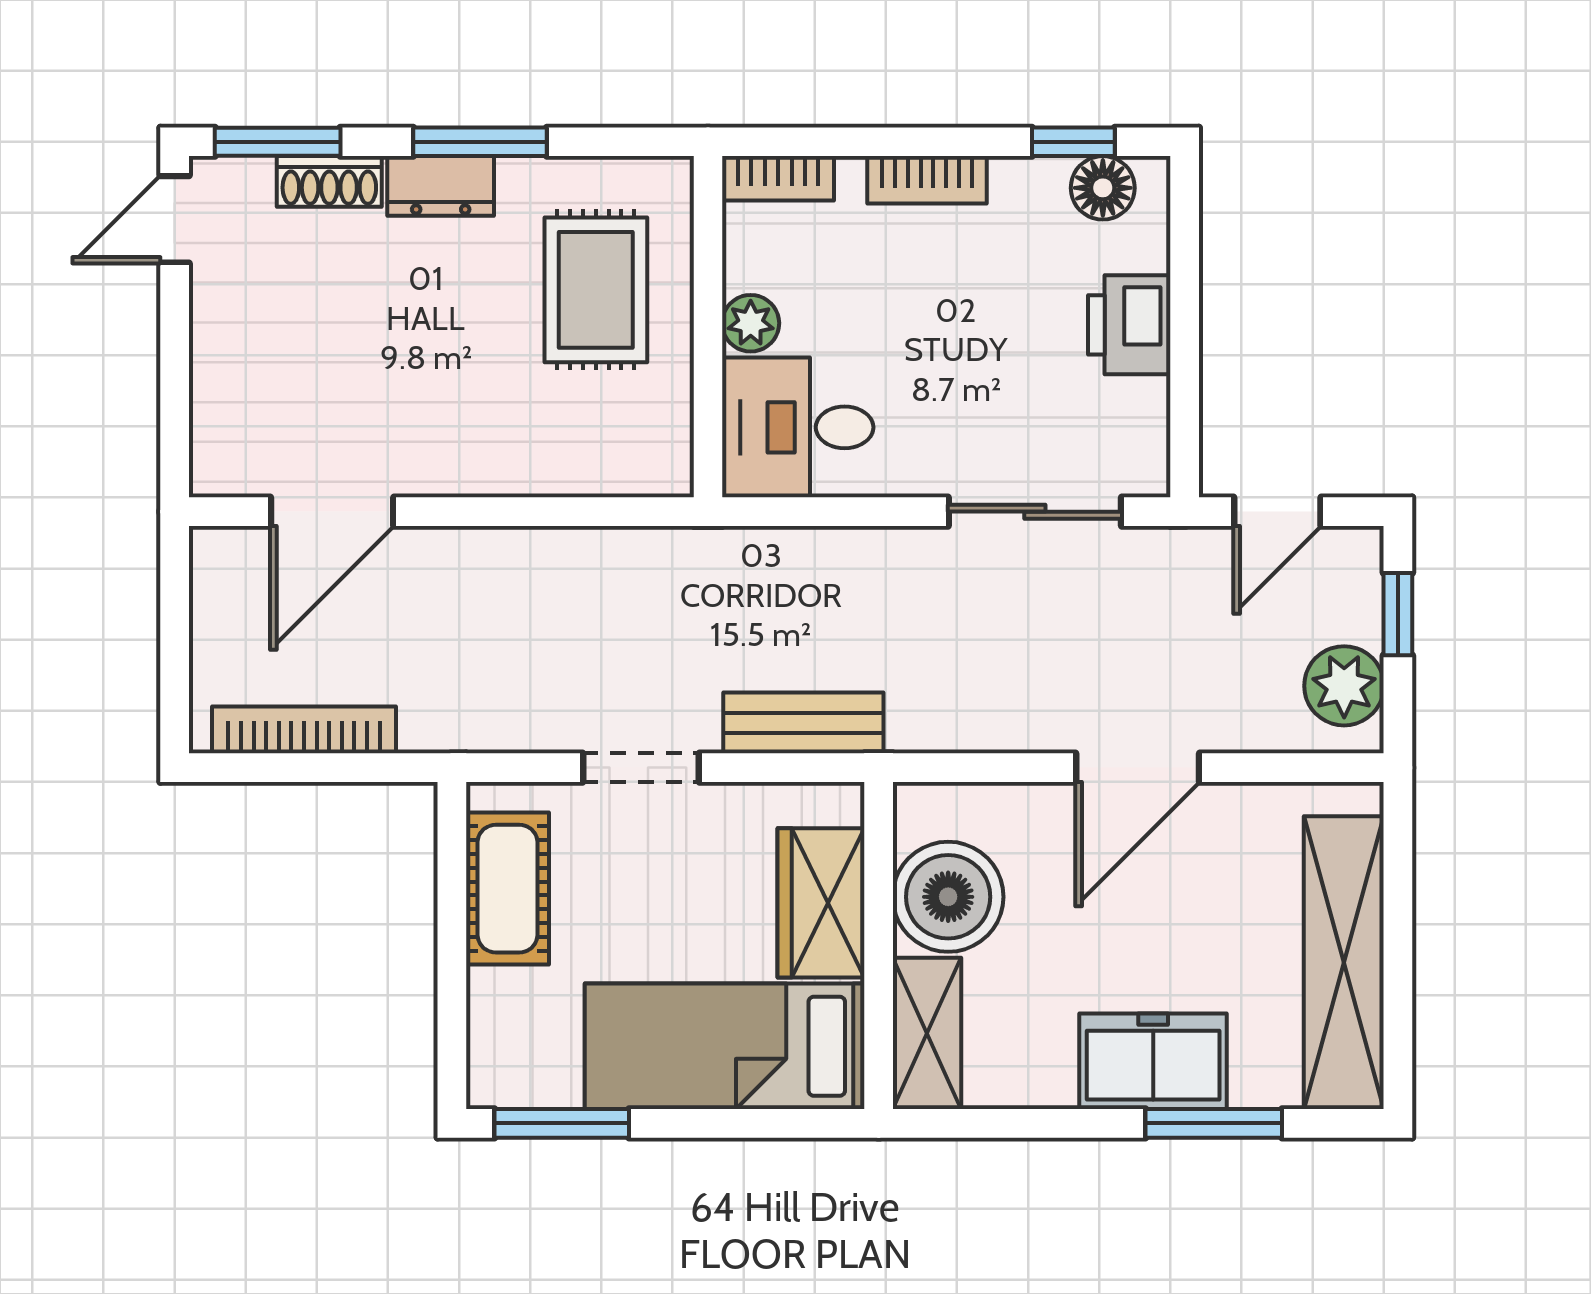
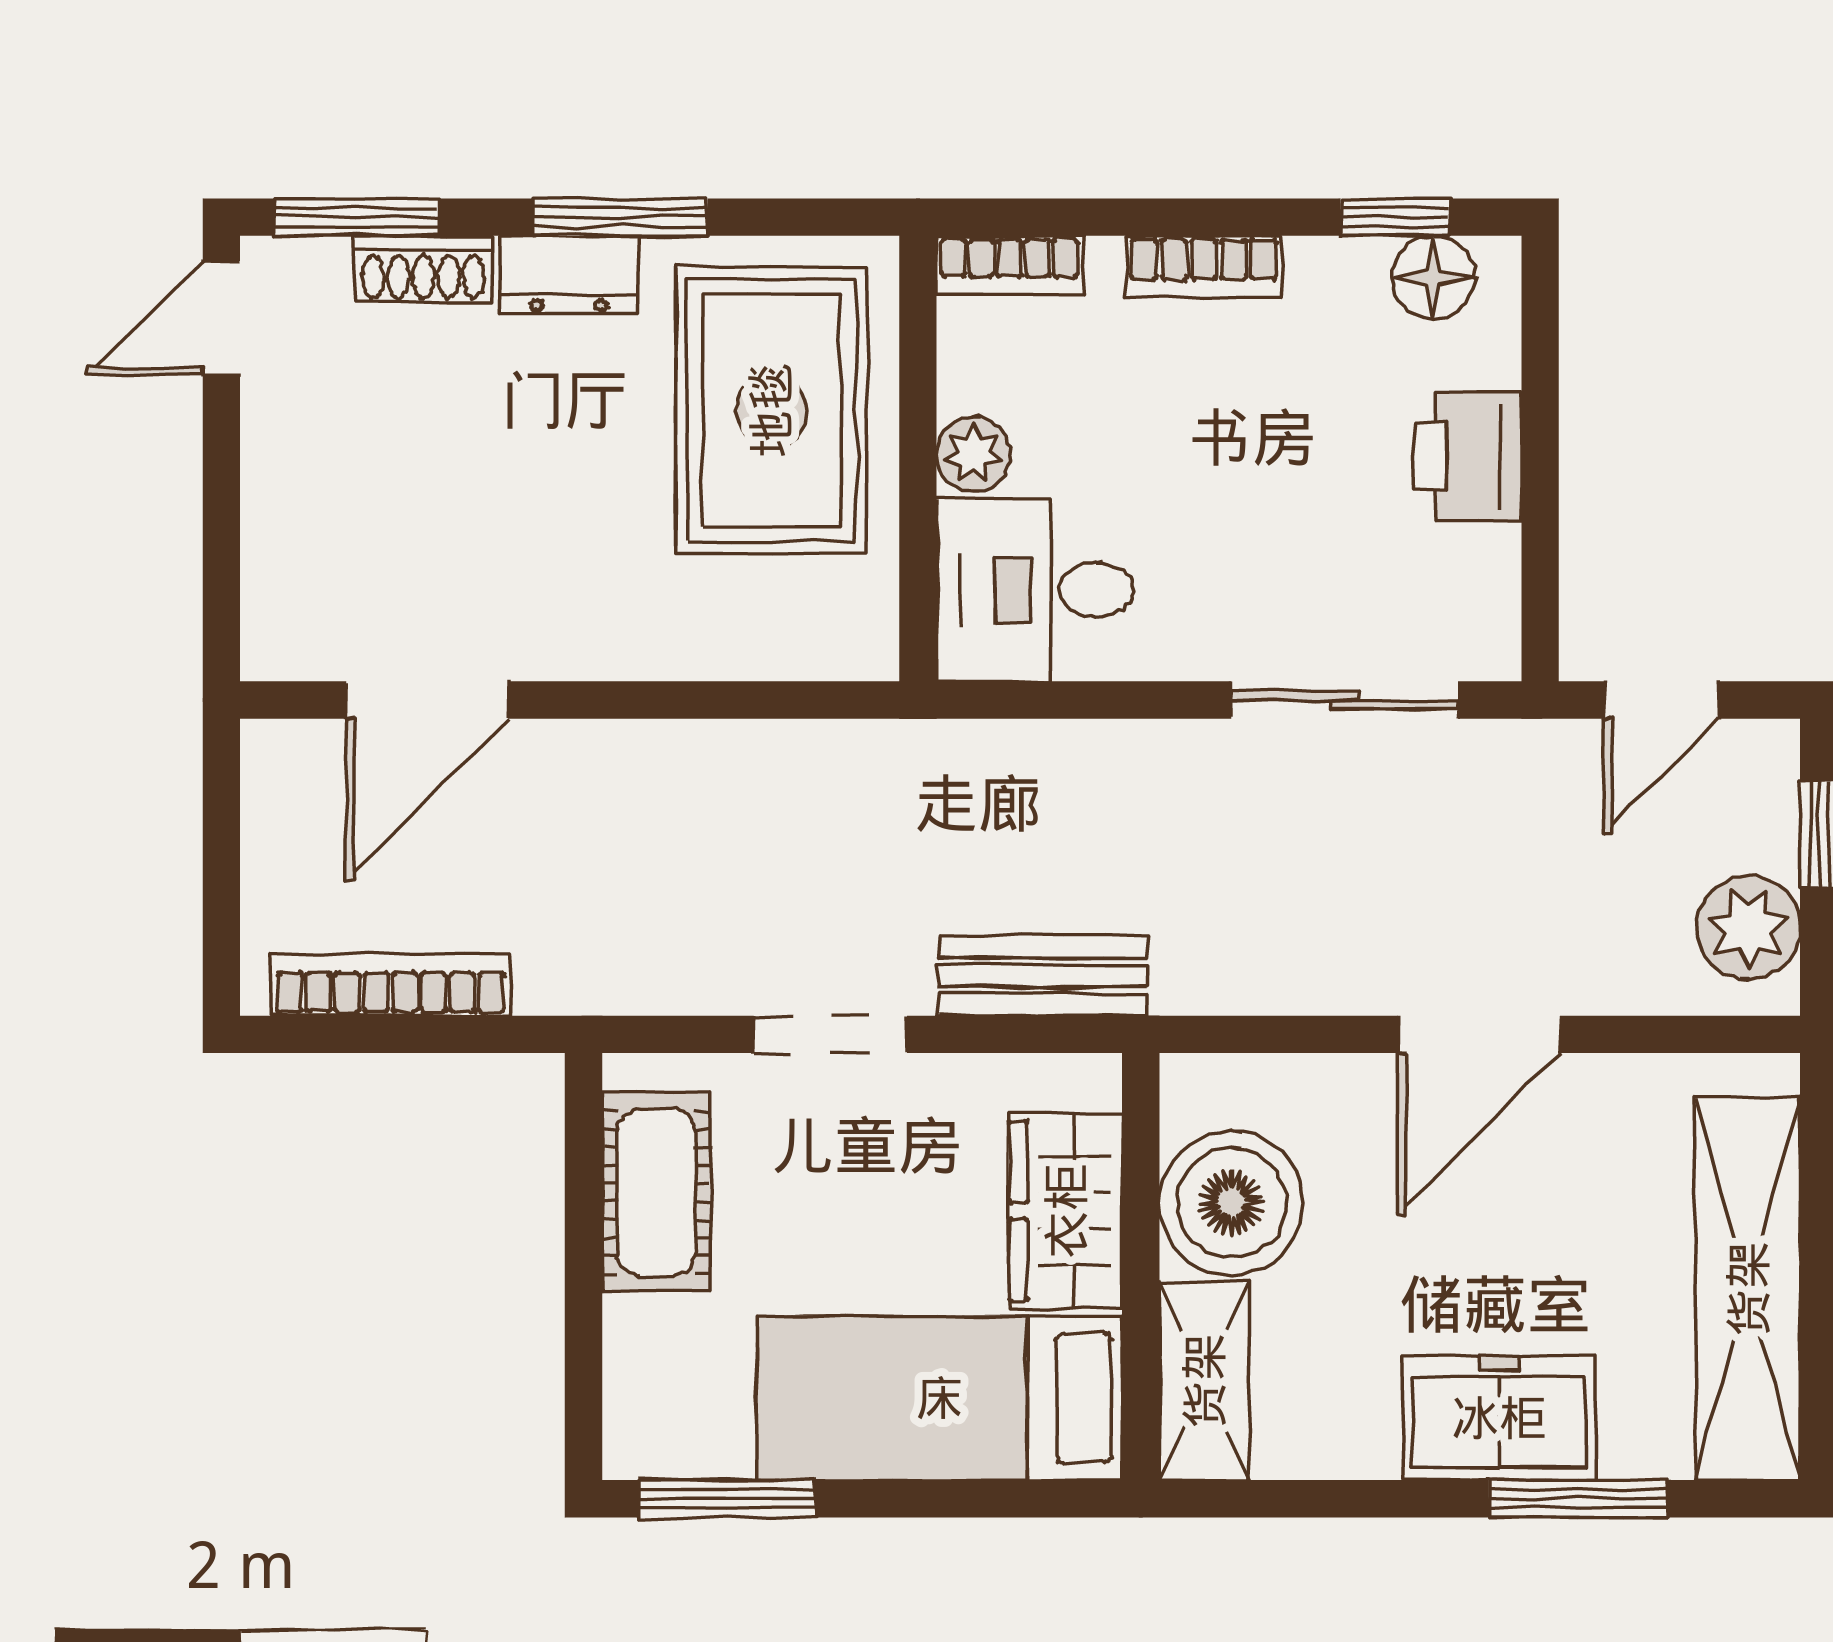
rug: (596, 290) -> (771, 410), width x1.36, depth x1.43

